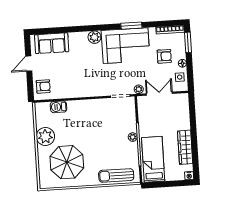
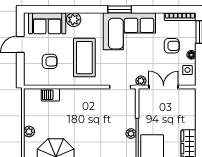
window: (131, 26) -> (120, 9), moved
plant: (94, 37) -> (74, 20), moved
coffee table: (87, 72) -> (84, 58), added
armchair: (43, 86) -> (50, 61), moved
plant: (45, 136) -> (29, 132), width x0.53, depth x0.53

